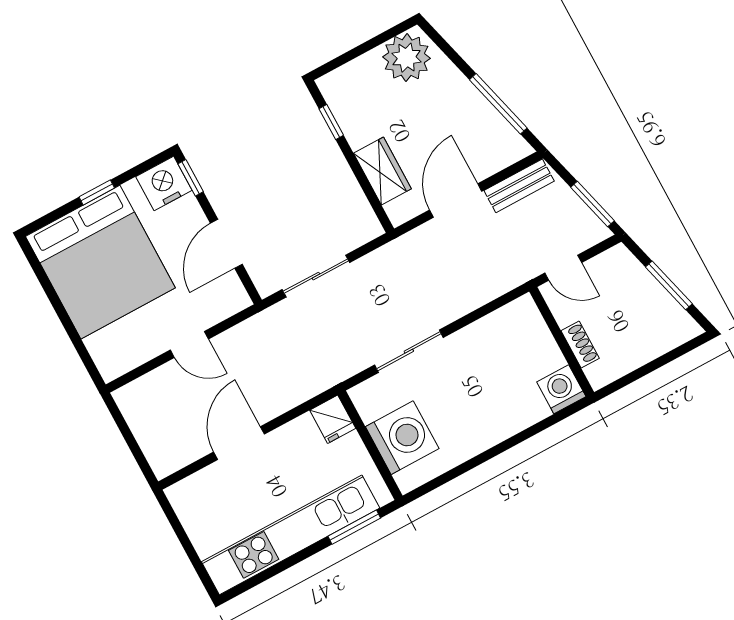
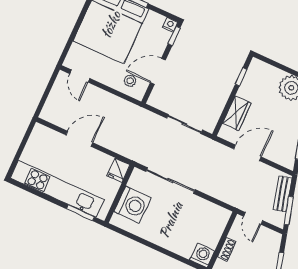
nightstand: (164, 183) -> (170, 25), width x0.53, depth x0.56
bench: (519, 186) -> (283, 194), moved, turned 75
sliding door: (316, 276) -> (185, 124), moved
stool: (209, 298) -> (130, 81), added
door: (189, 344) -> (80, 76), moved
sliding door: (409, 351) -> (170, 181), width x1.37

